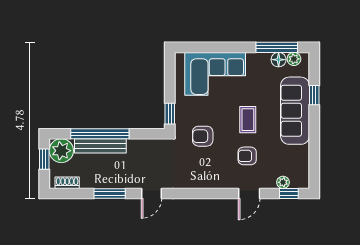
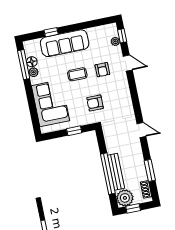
plant: (294, 59) -> (34, 72), moved
window: (170, 114) -> (74, 131), moved
armchair: (203, 136) -> (95, 103), turned 90
window: (110, 193) -> (150, 170), moved

